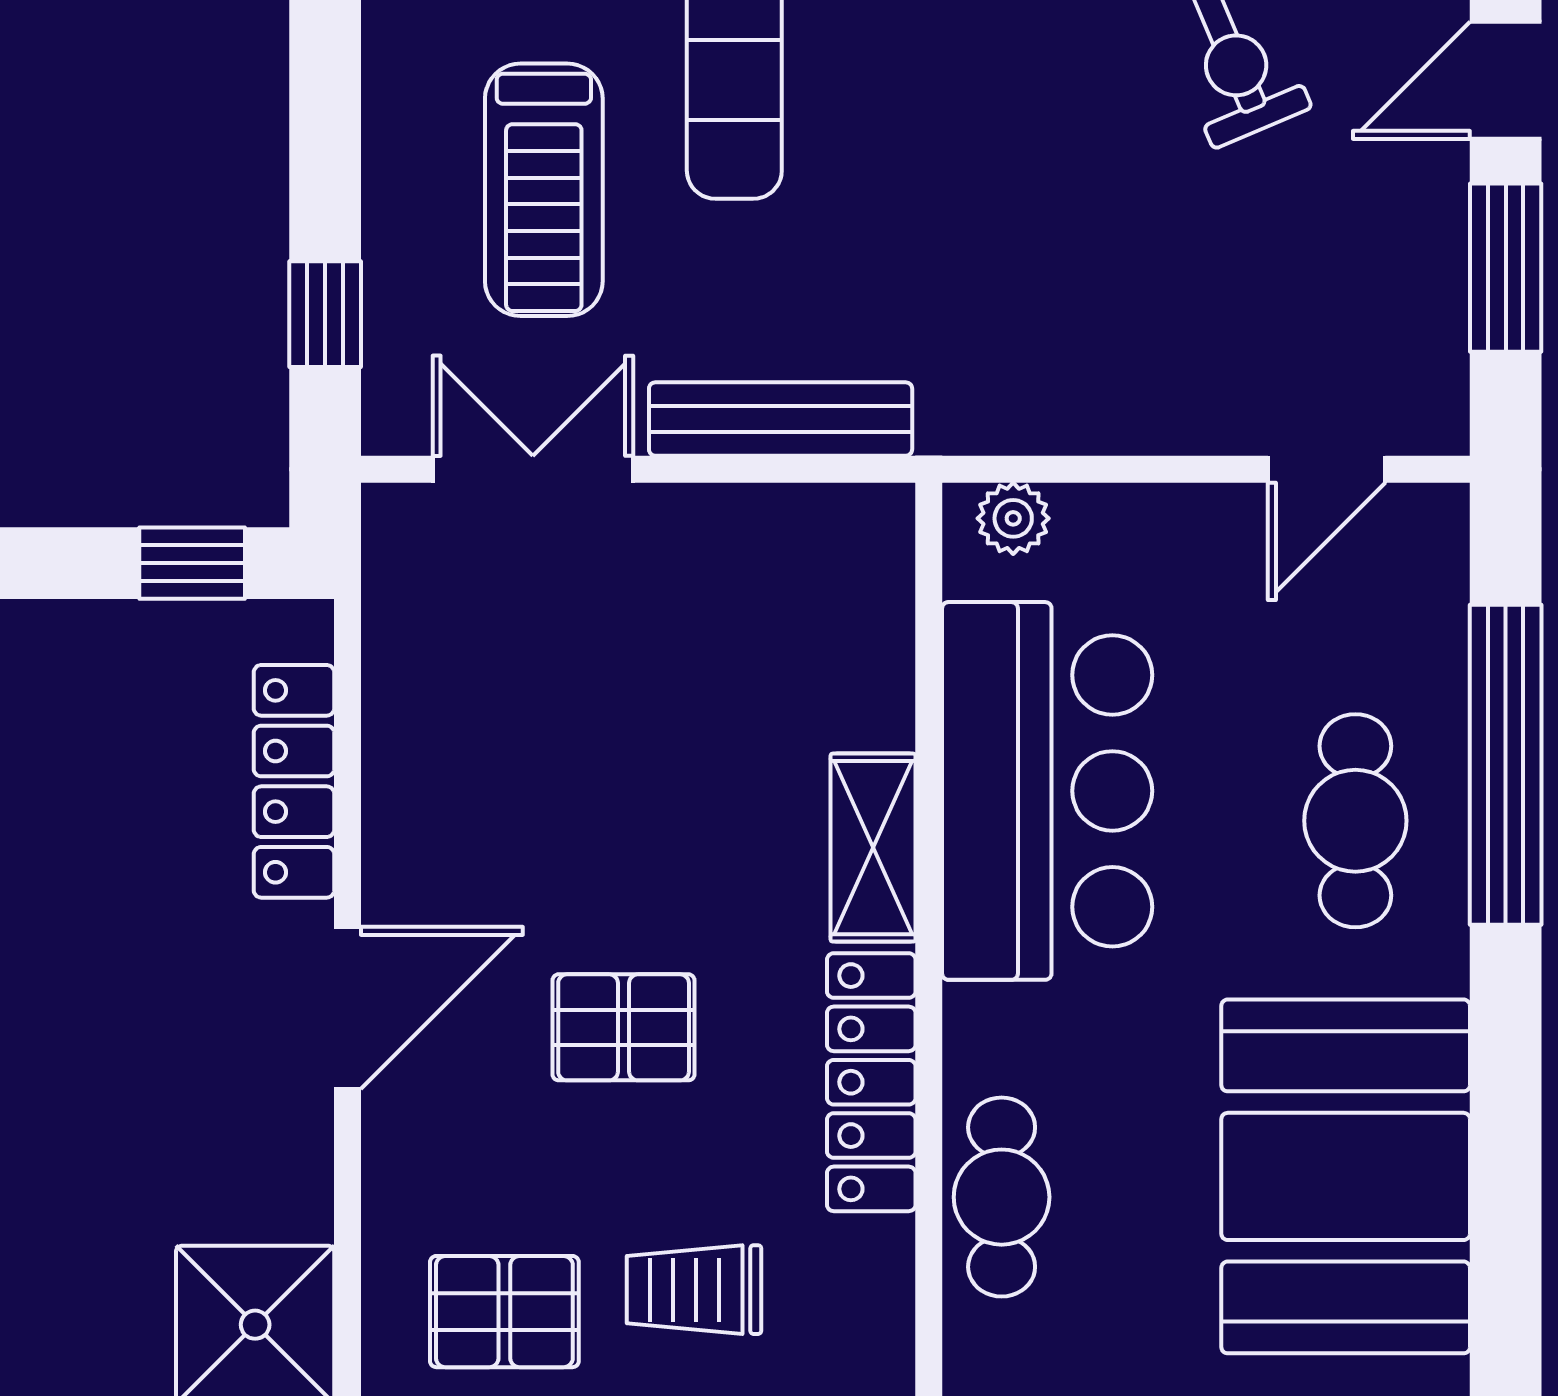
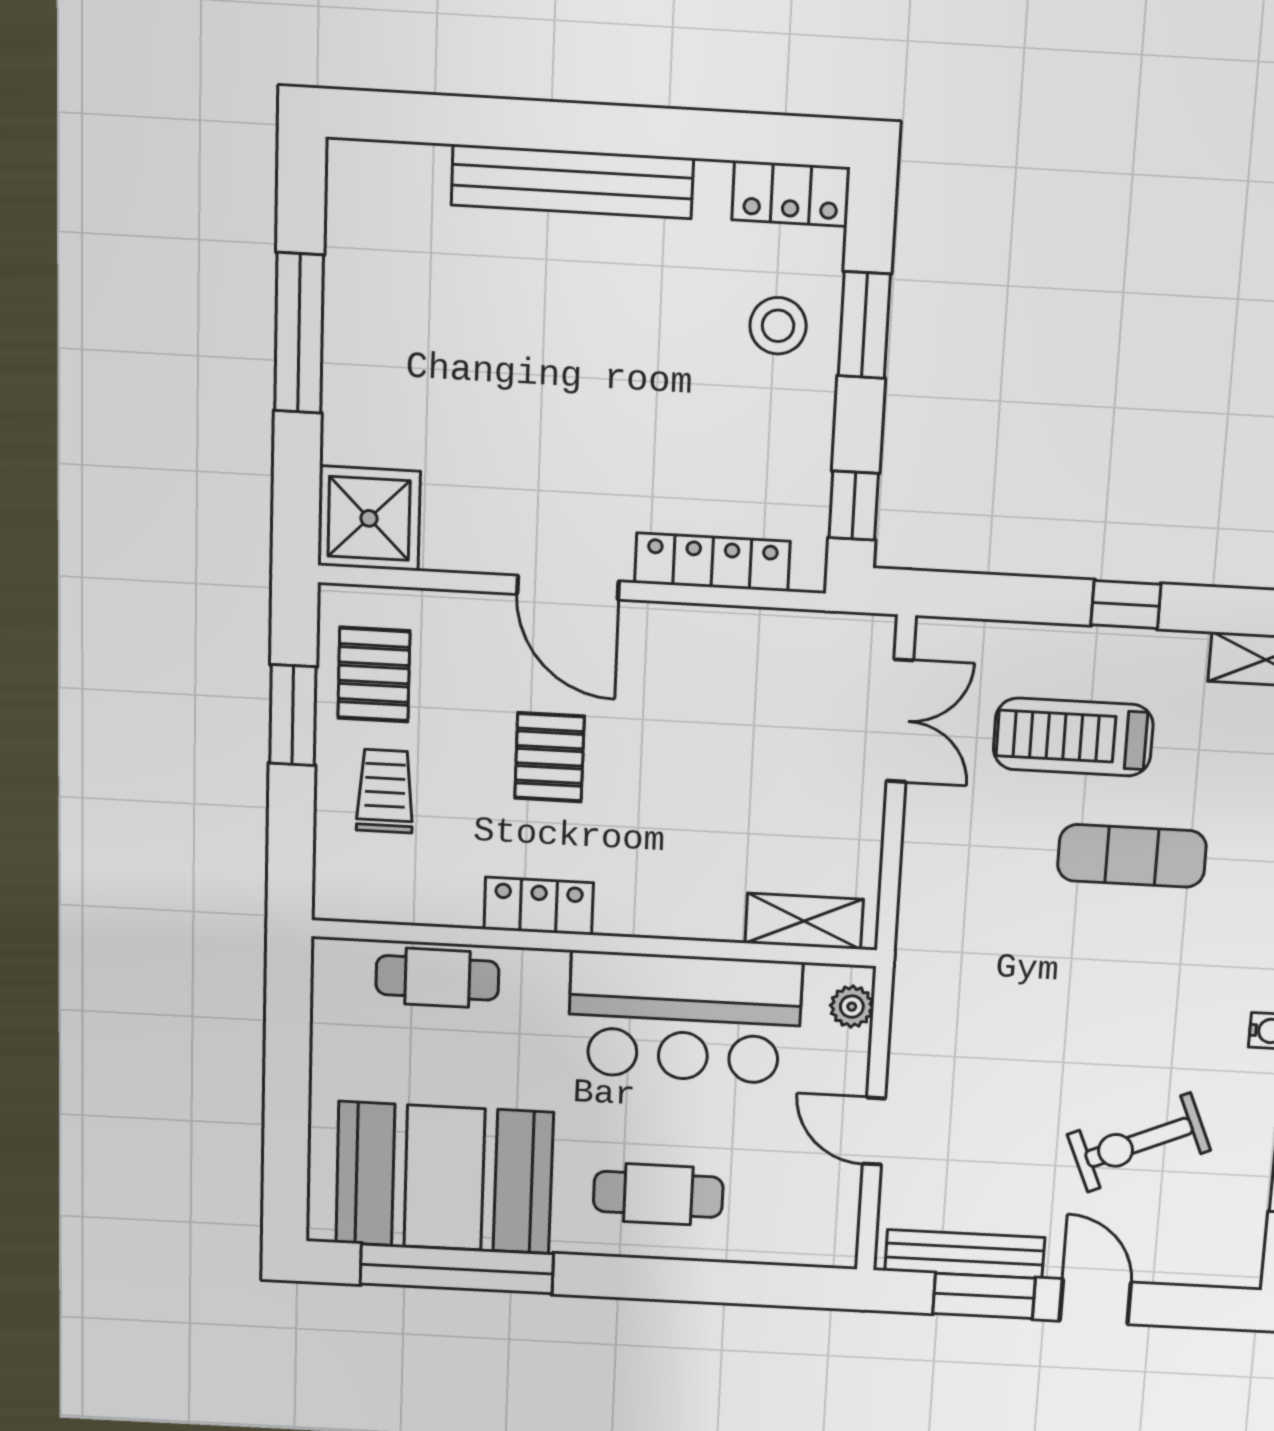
window: (325, 314) -> (1126, 605), moved
bench: (781, 419) -> (965, 1254), moved, turned 90
door: (1327, 469) -> (874, 1131), moved
window: (1506, 765) -> (457, 1269), moved
shelving: (873, 848) -> (804, 921), moved
locker: (871, 1082) -> (539, 906), width x0.66

